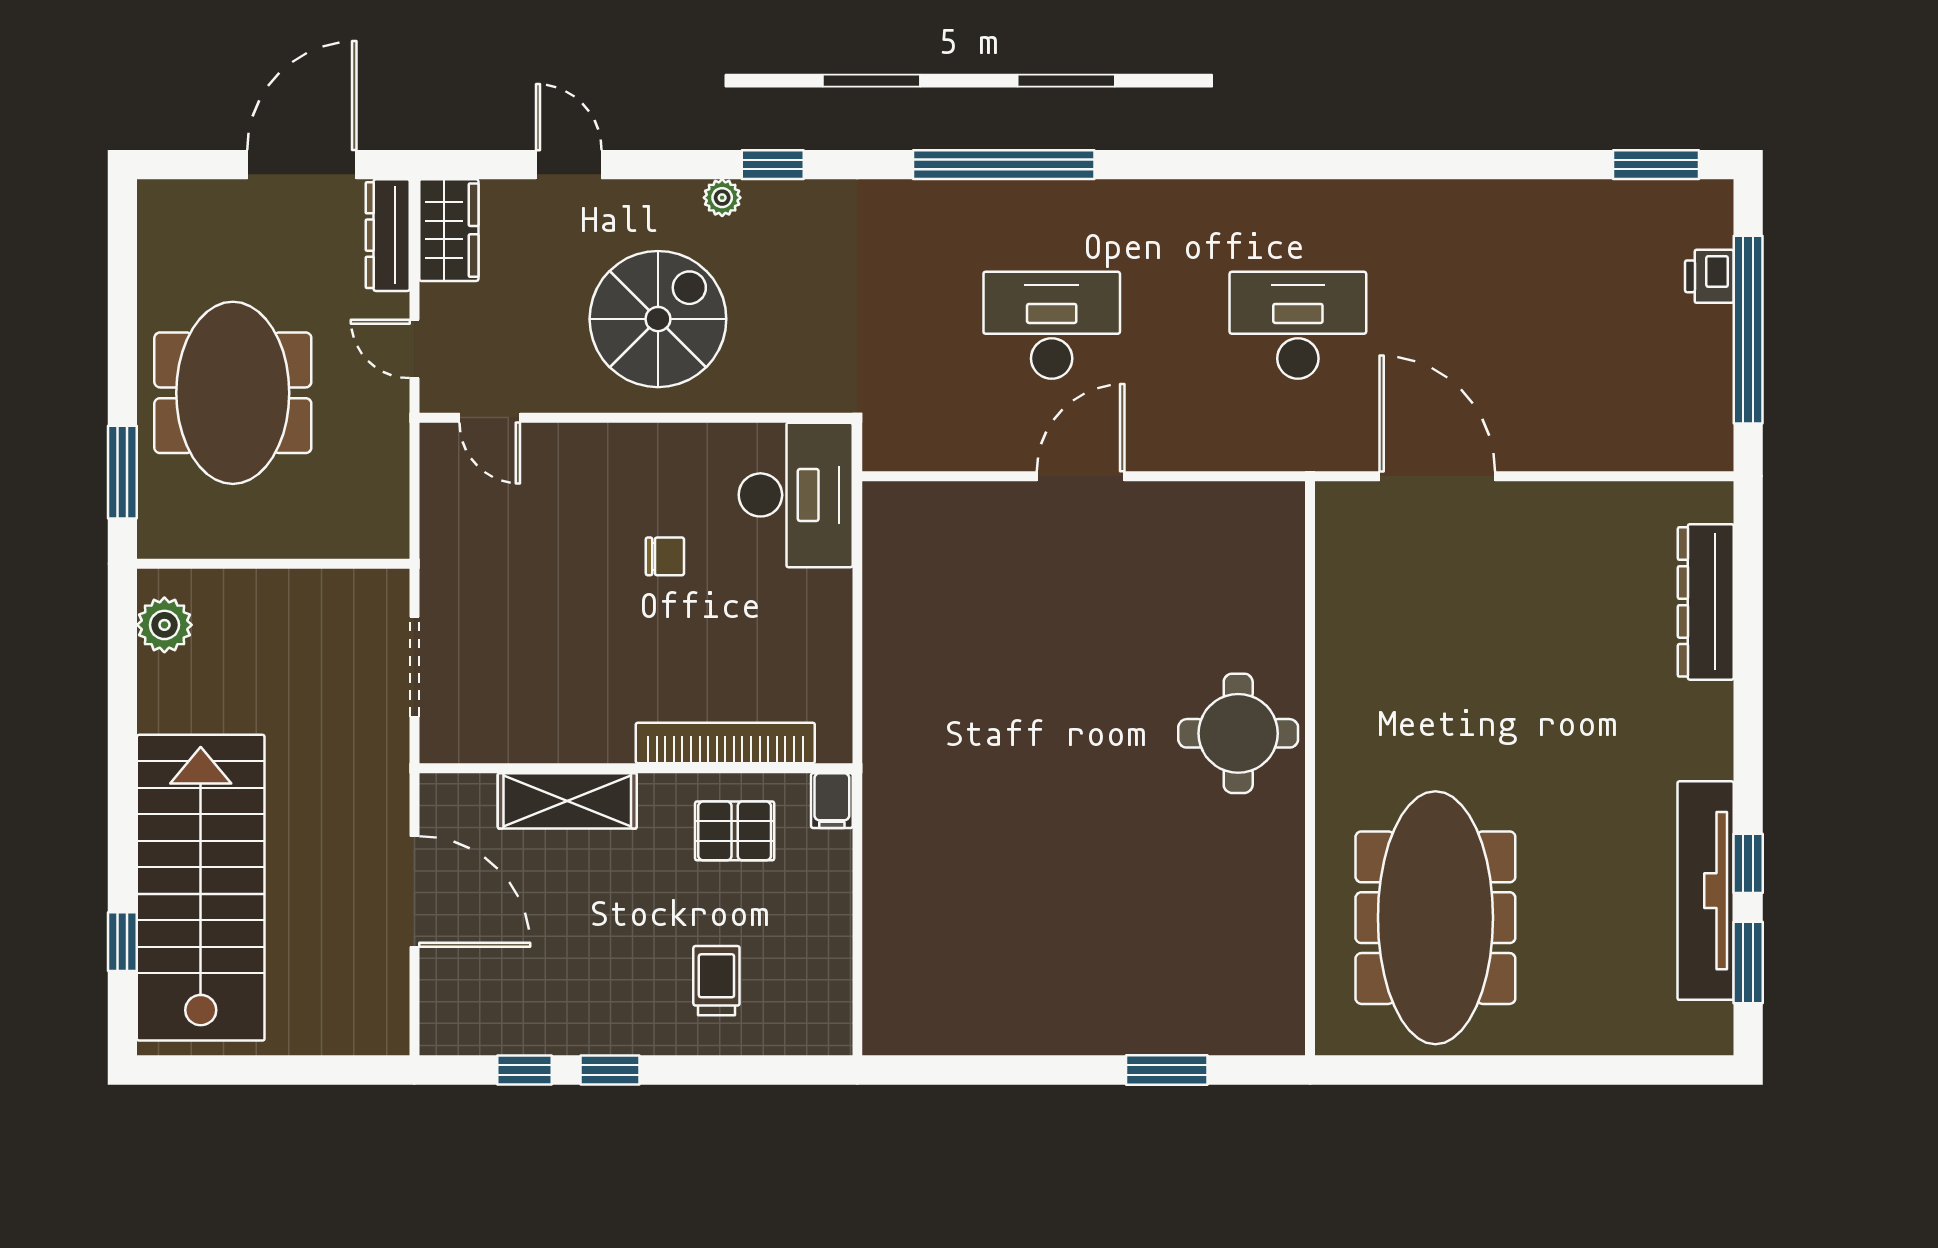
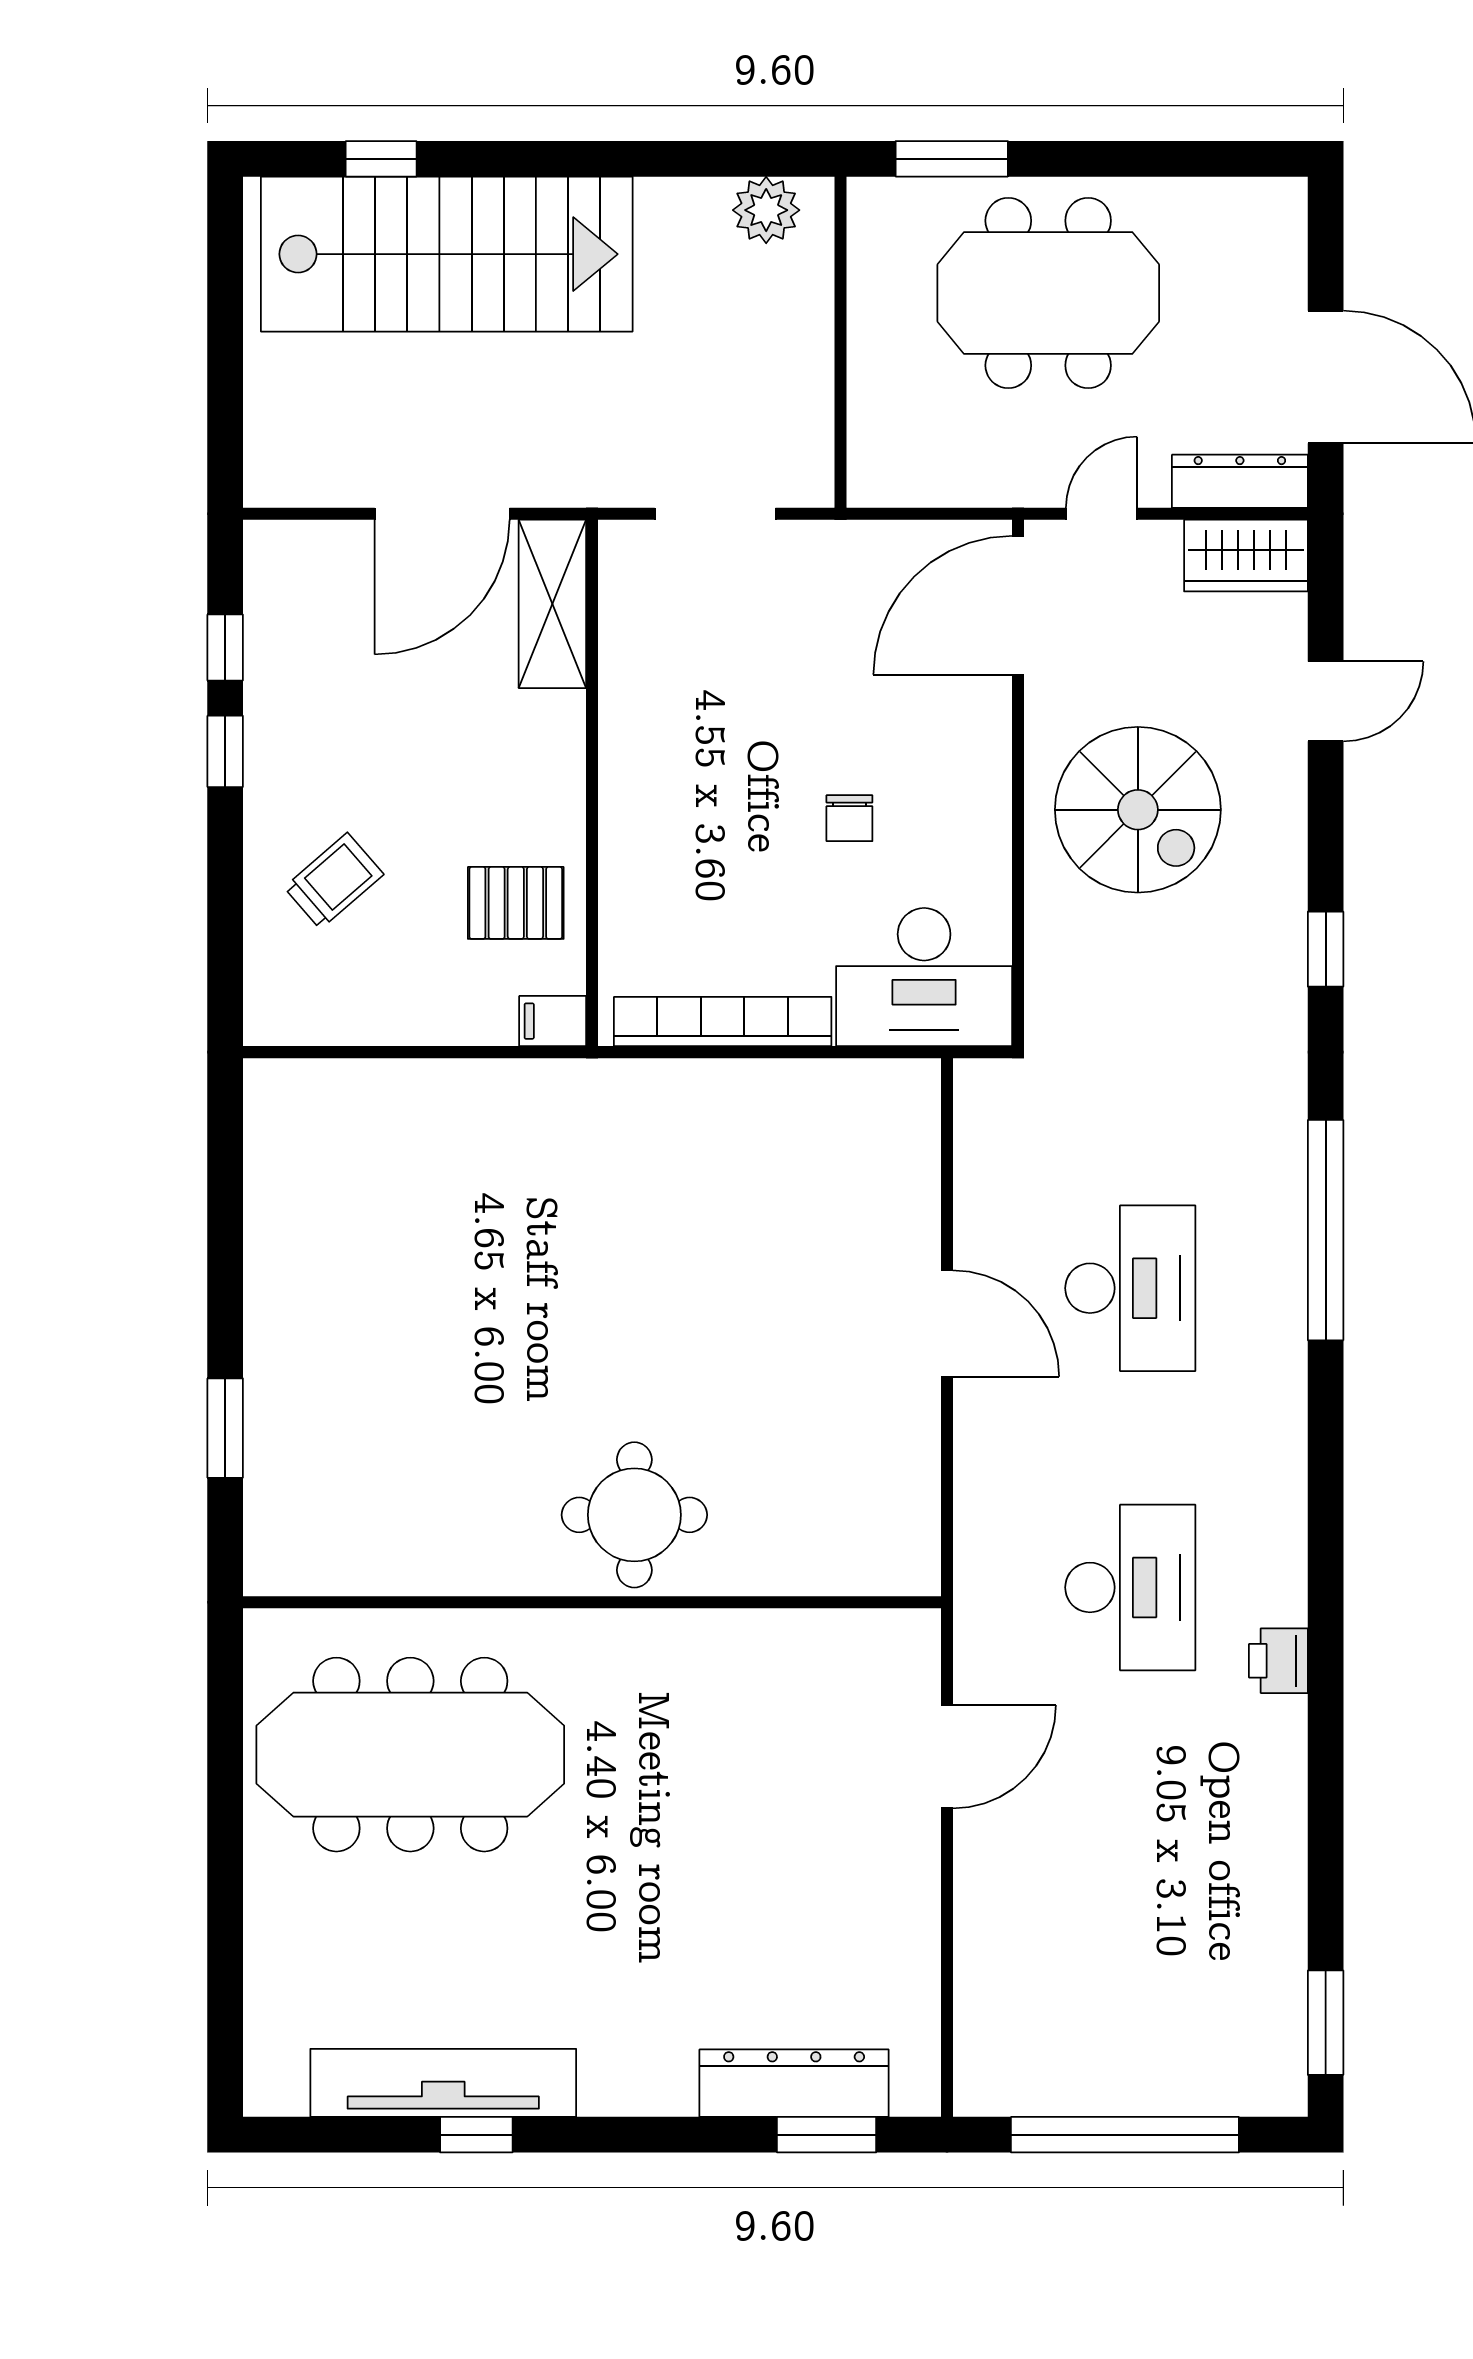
plant: (722, 198) -> (1285, 888), removed
printer: (1709, 276) -> (1278, 1661), moved, turned -90
door: (490, 418) -> (1018, 605), width x1.87
door: (1437, 476) -> (947, 1757), width x0.73
bookcase: (725, 743) -> (723, 1022), moved, turned -90
shelving: (567, 801) -> (552, 604), moved
pallet: (735, 831) -> (516, 903), turned 90
window: (1748, 962) -> (827, 2135), moved
trolley: (716, 981) -> (334, 881), turned -41

